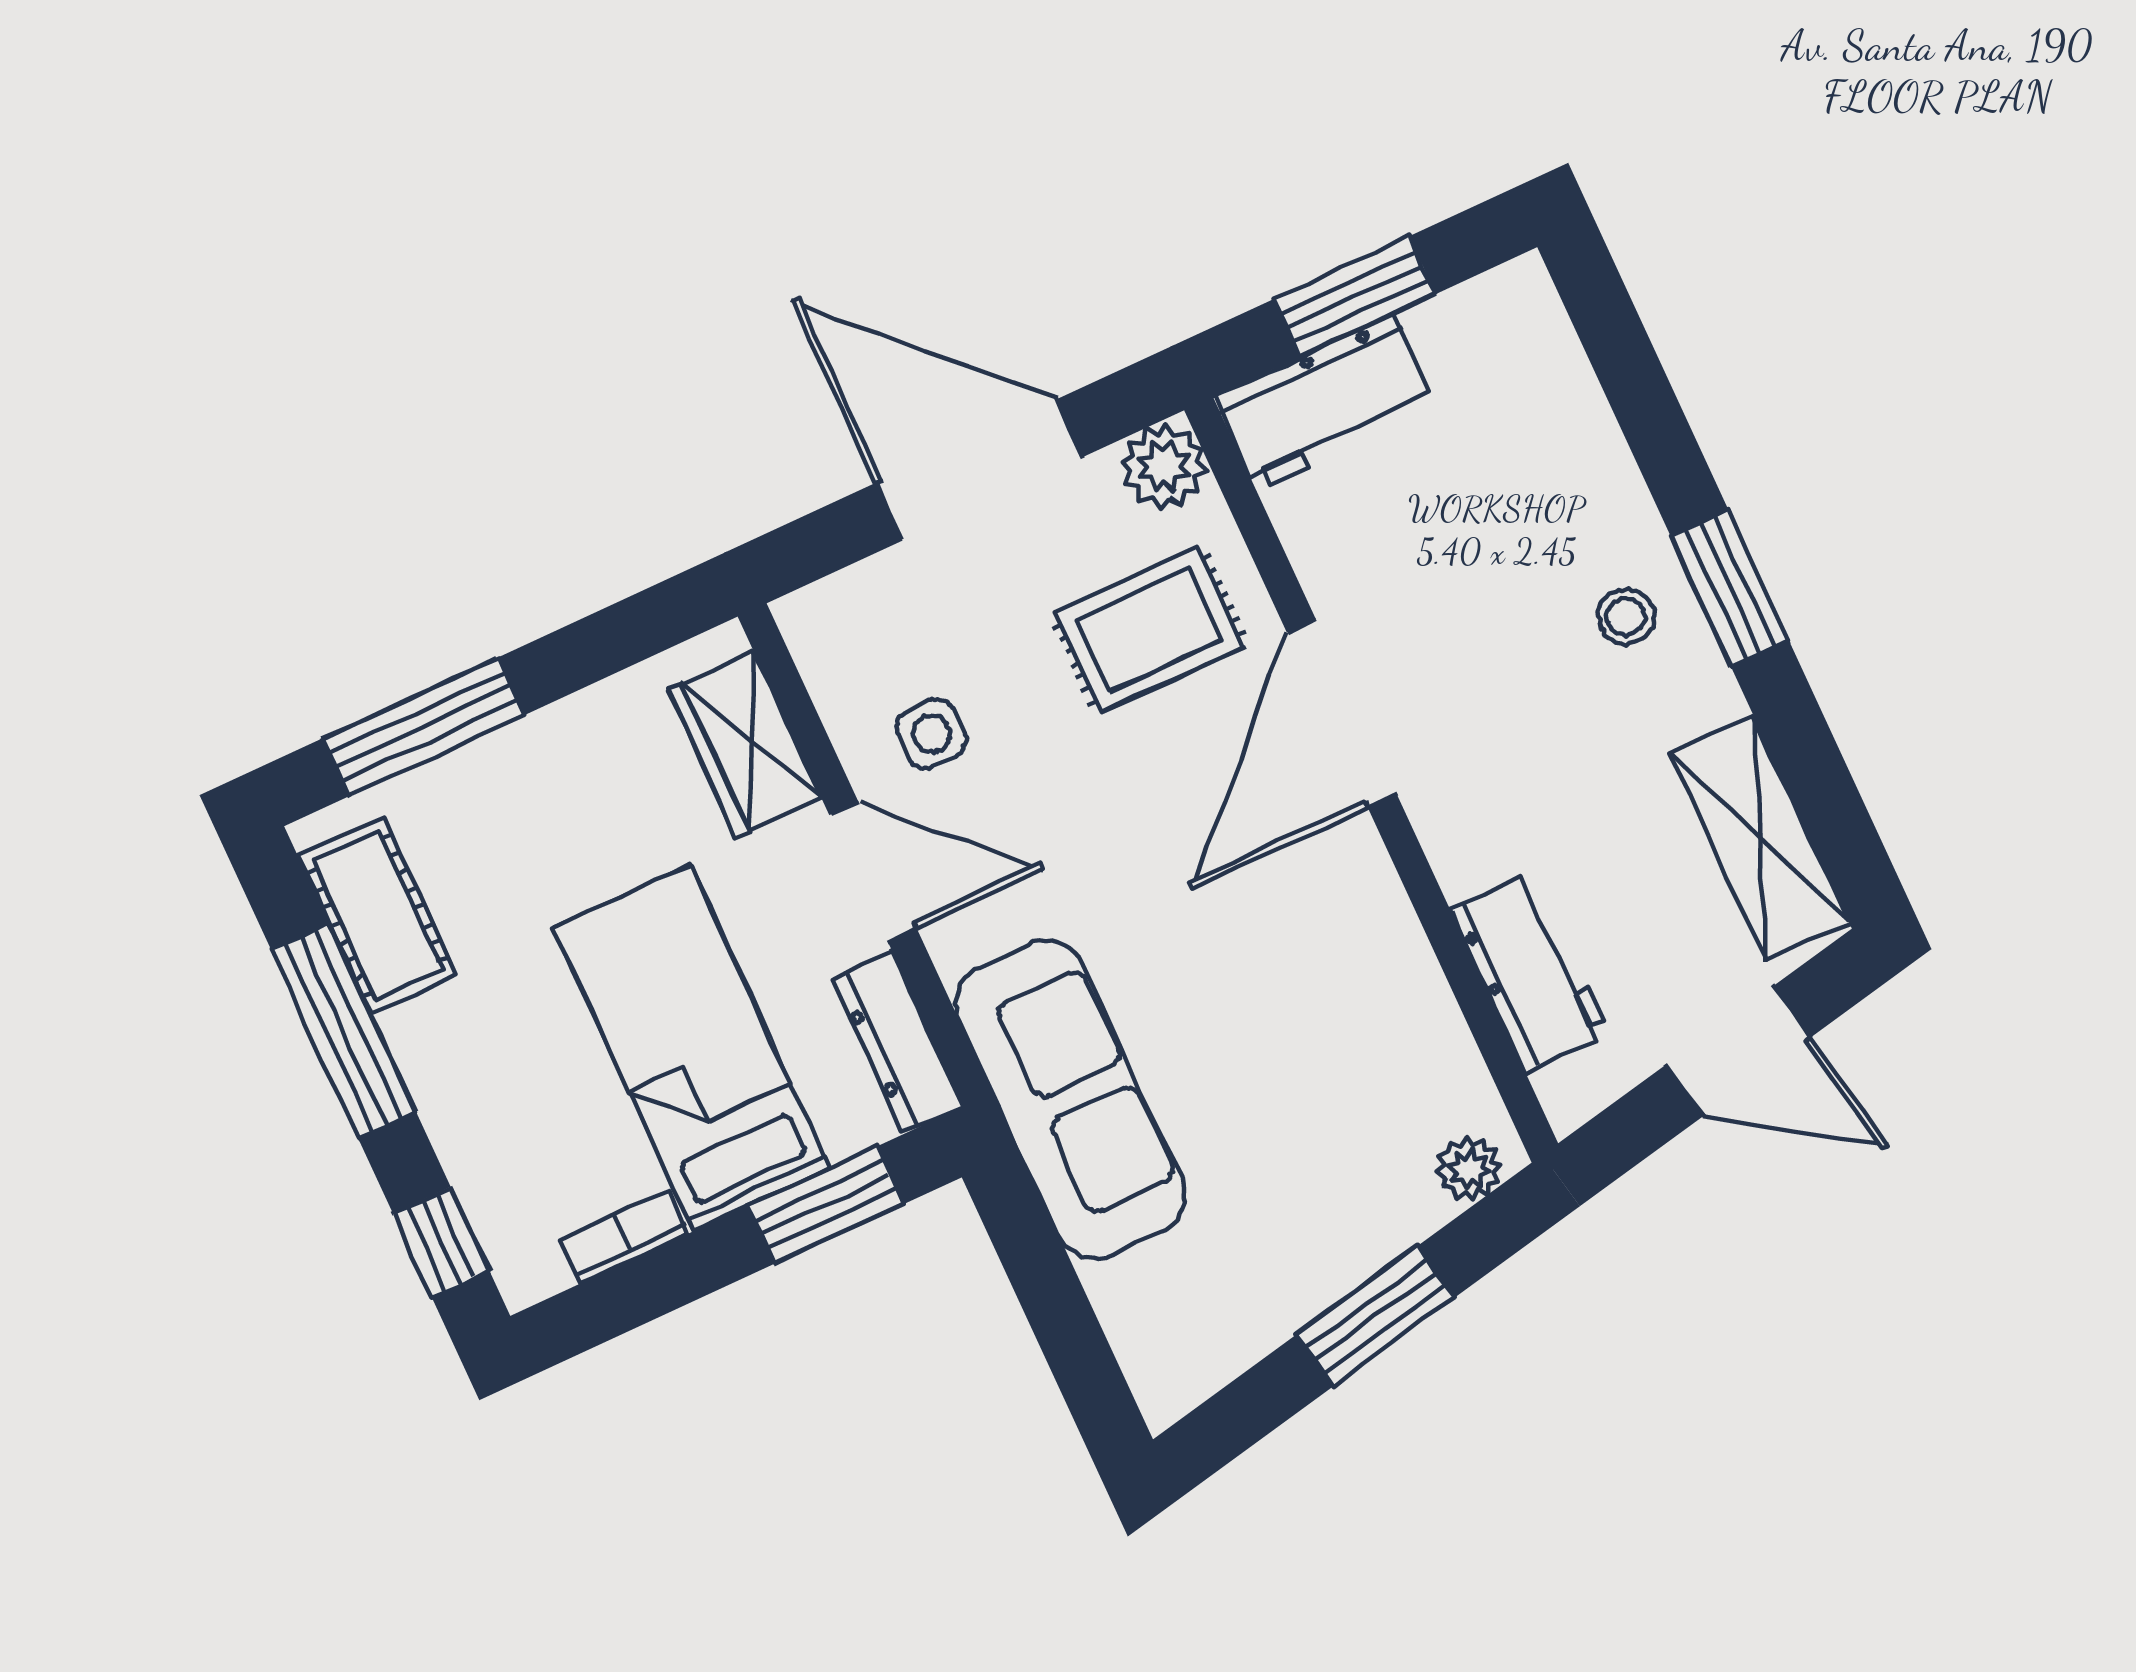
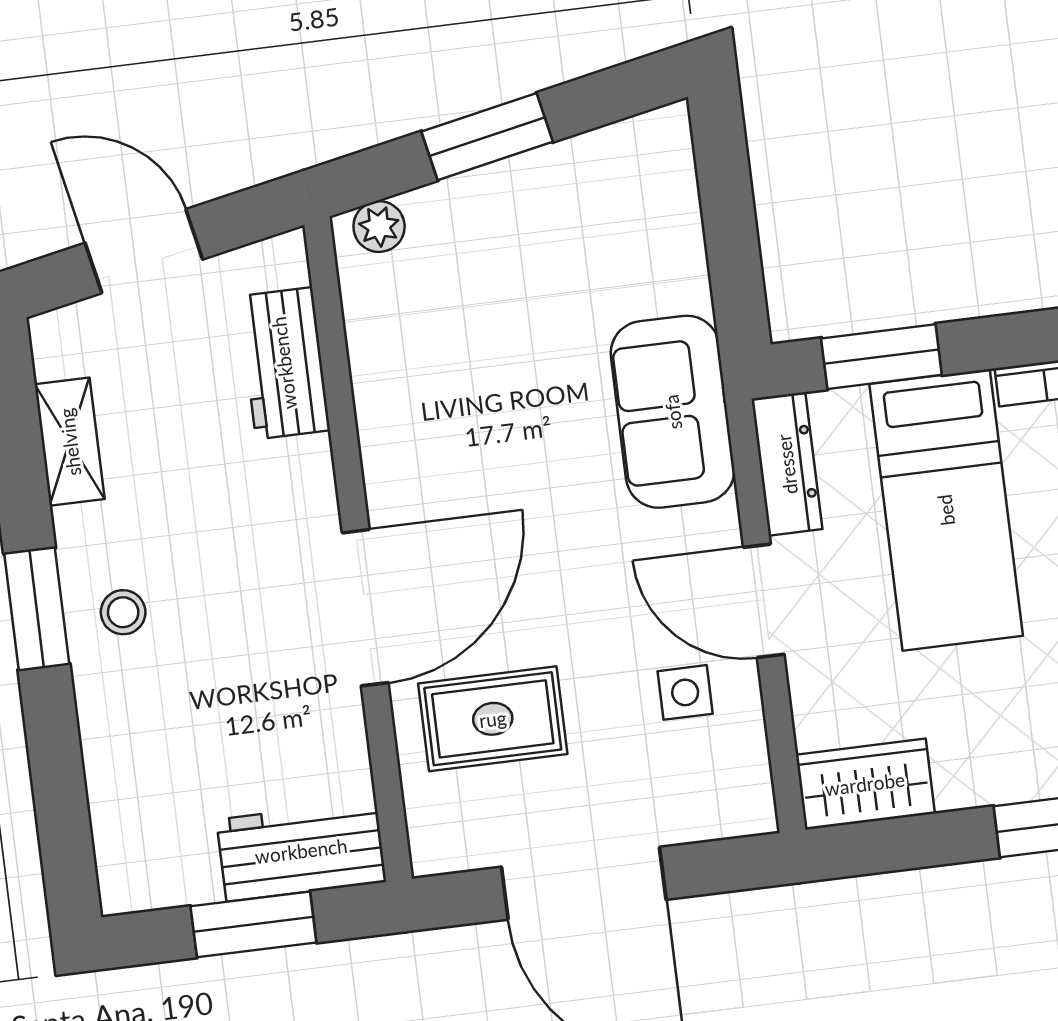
plant: (1164, 466) -> (441, 841), removed
wardrobe: (744, 743) -> (865, 784), moved, turned -90
shelving: (1760, 837) -> (70, 442), width x0.67, depth x0.75
sofa: (1070, 1099) -> (673, 412), width x0.73

